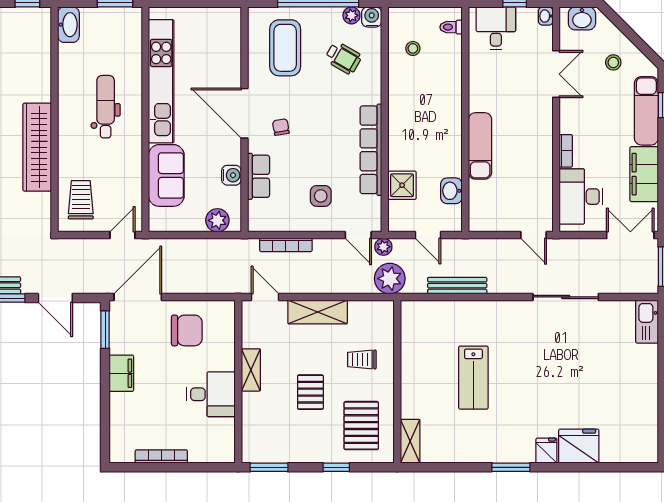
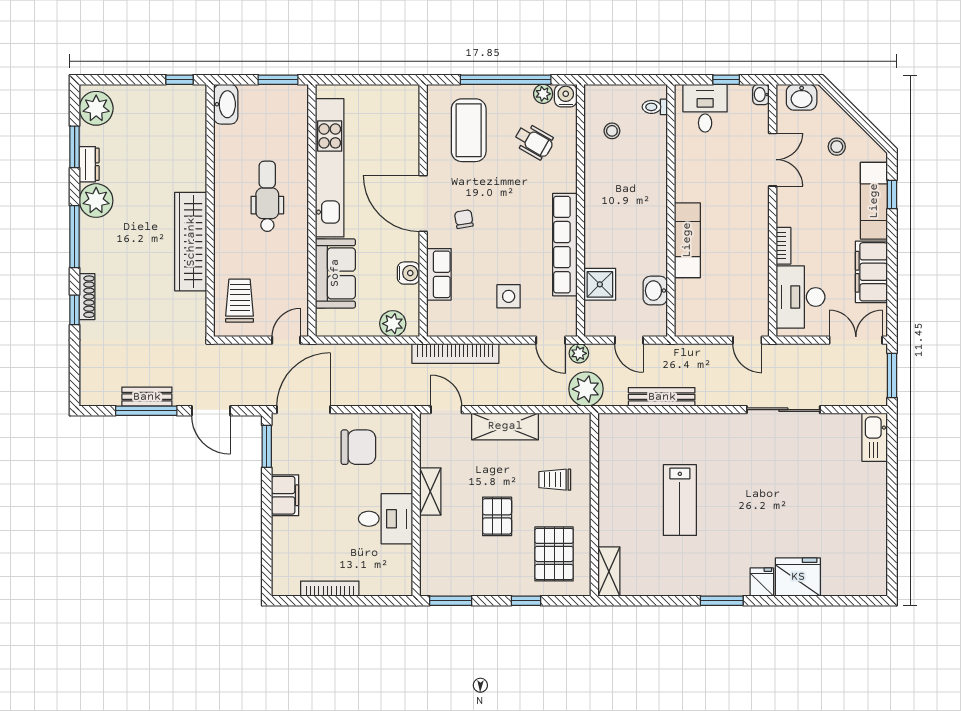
bookcase: (286, 245) -> (455, 354), width x1.48, depth x1.31

